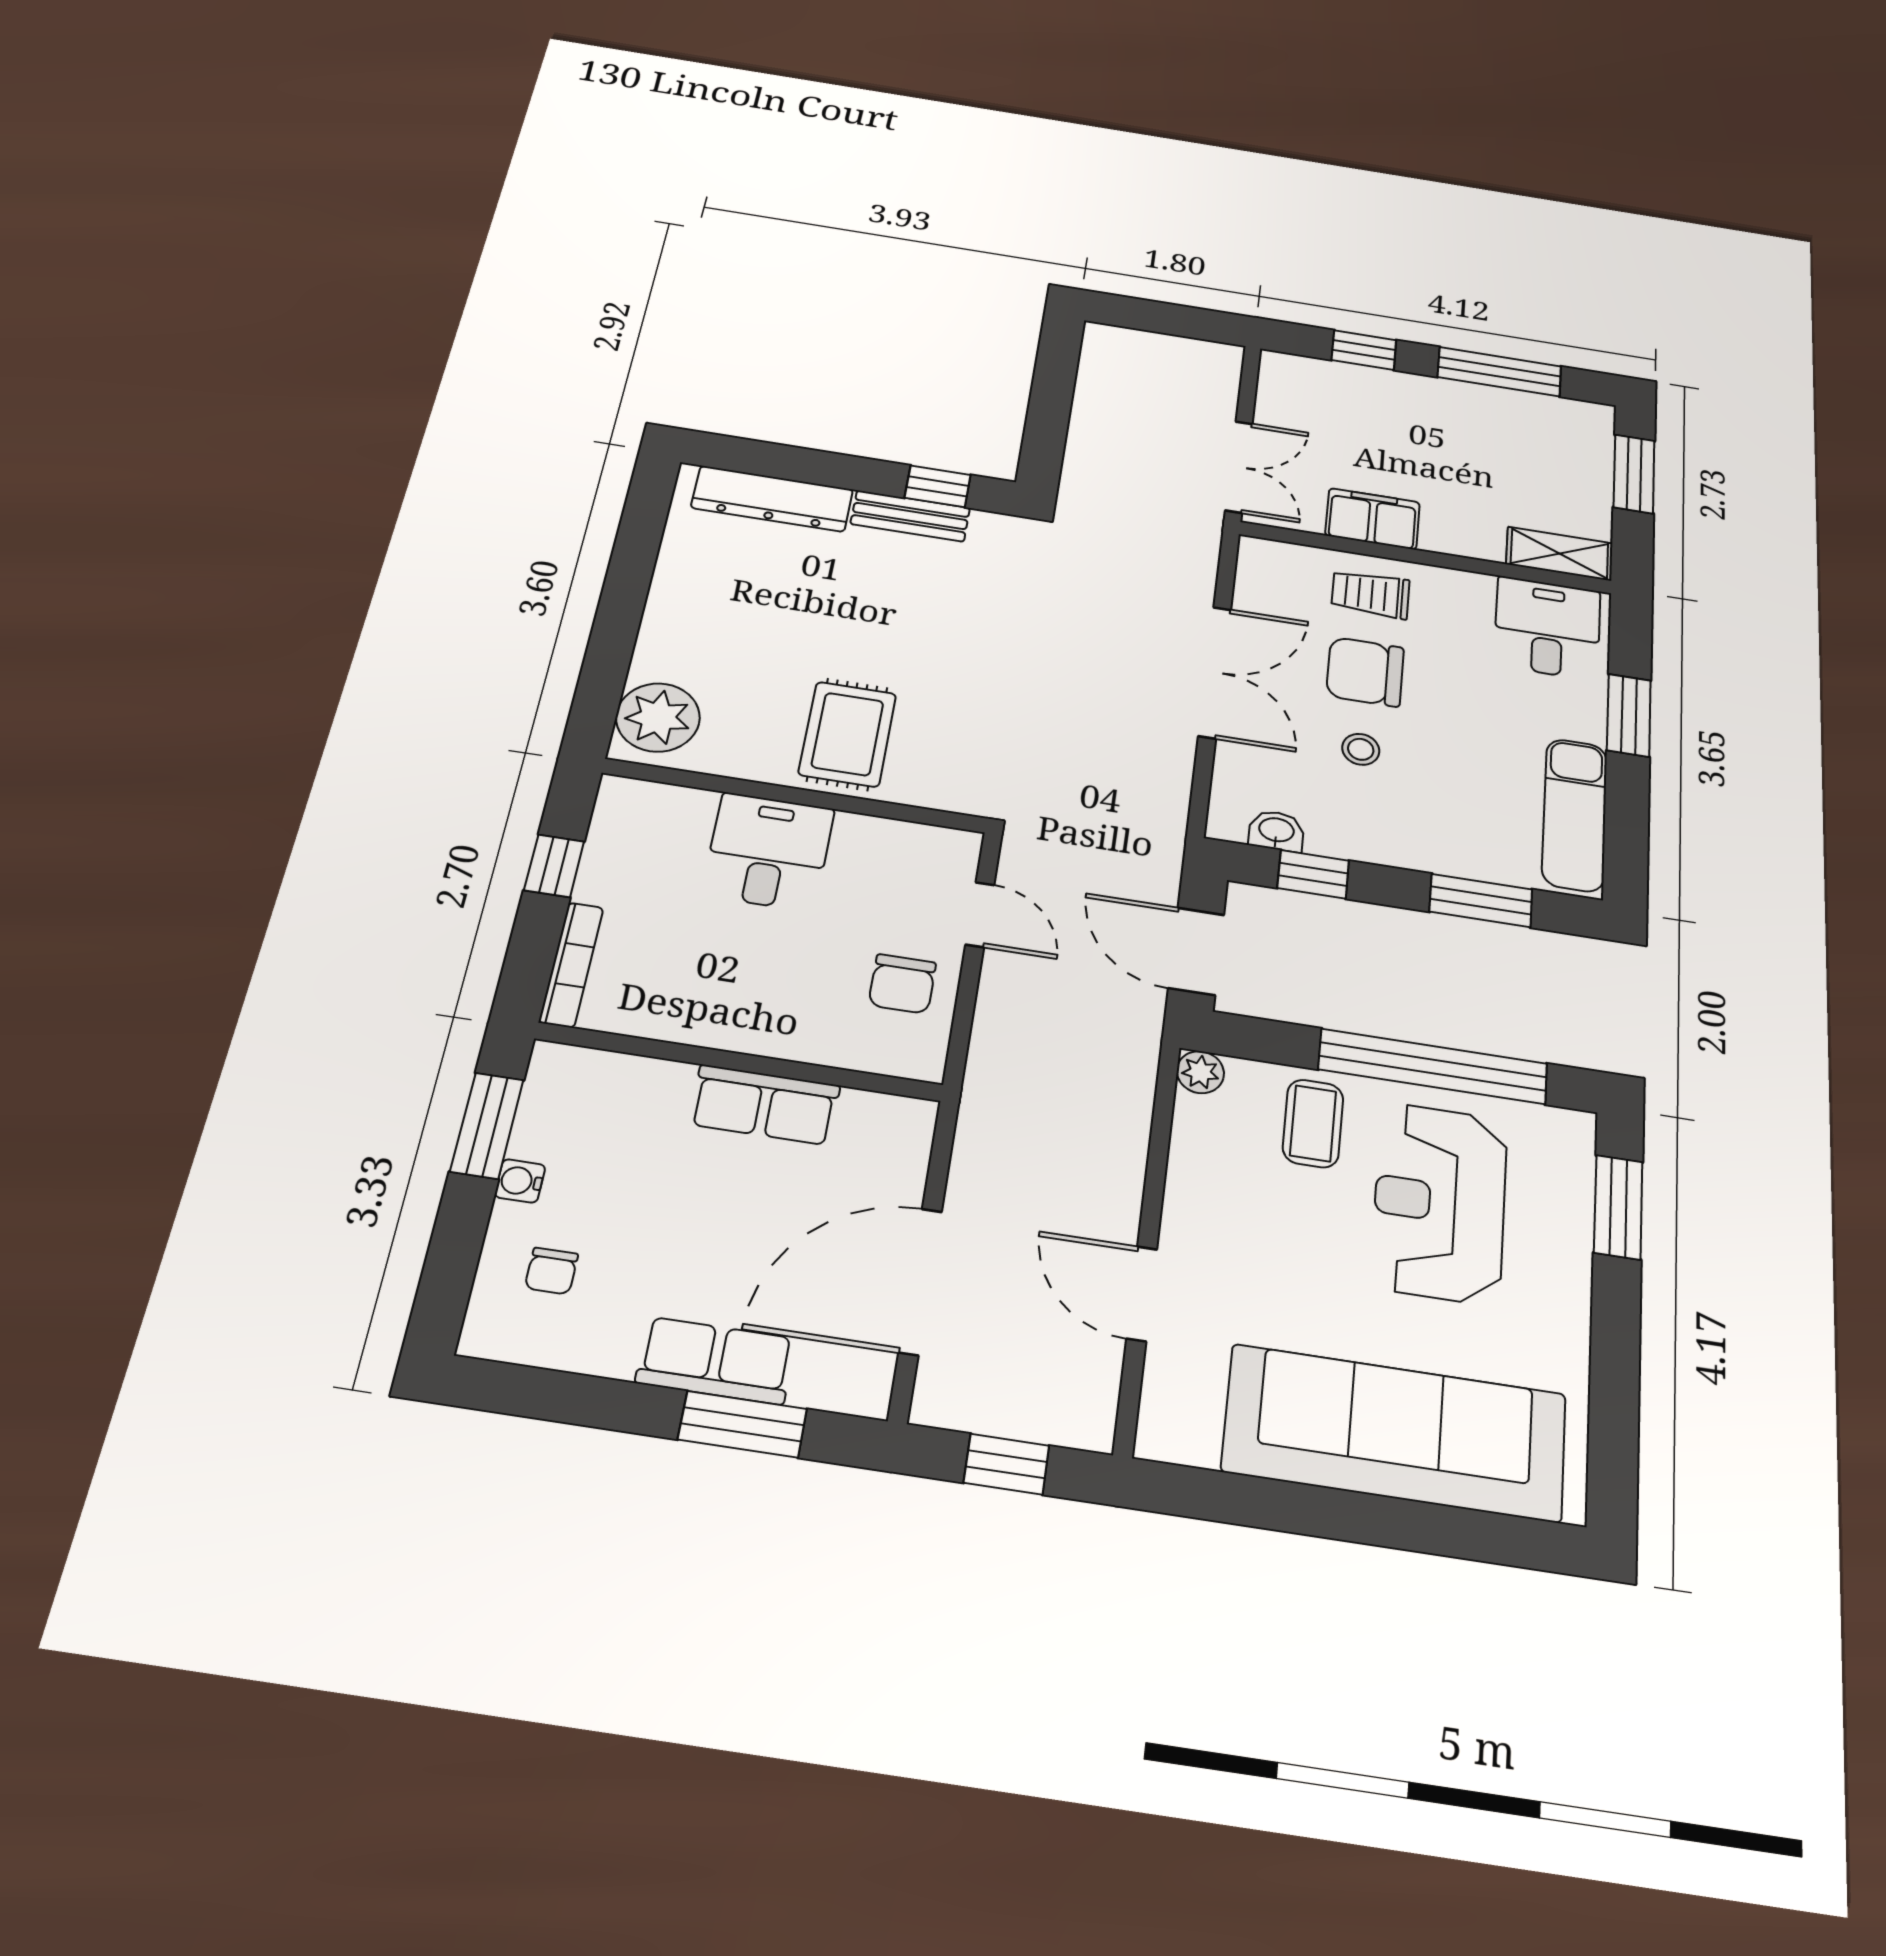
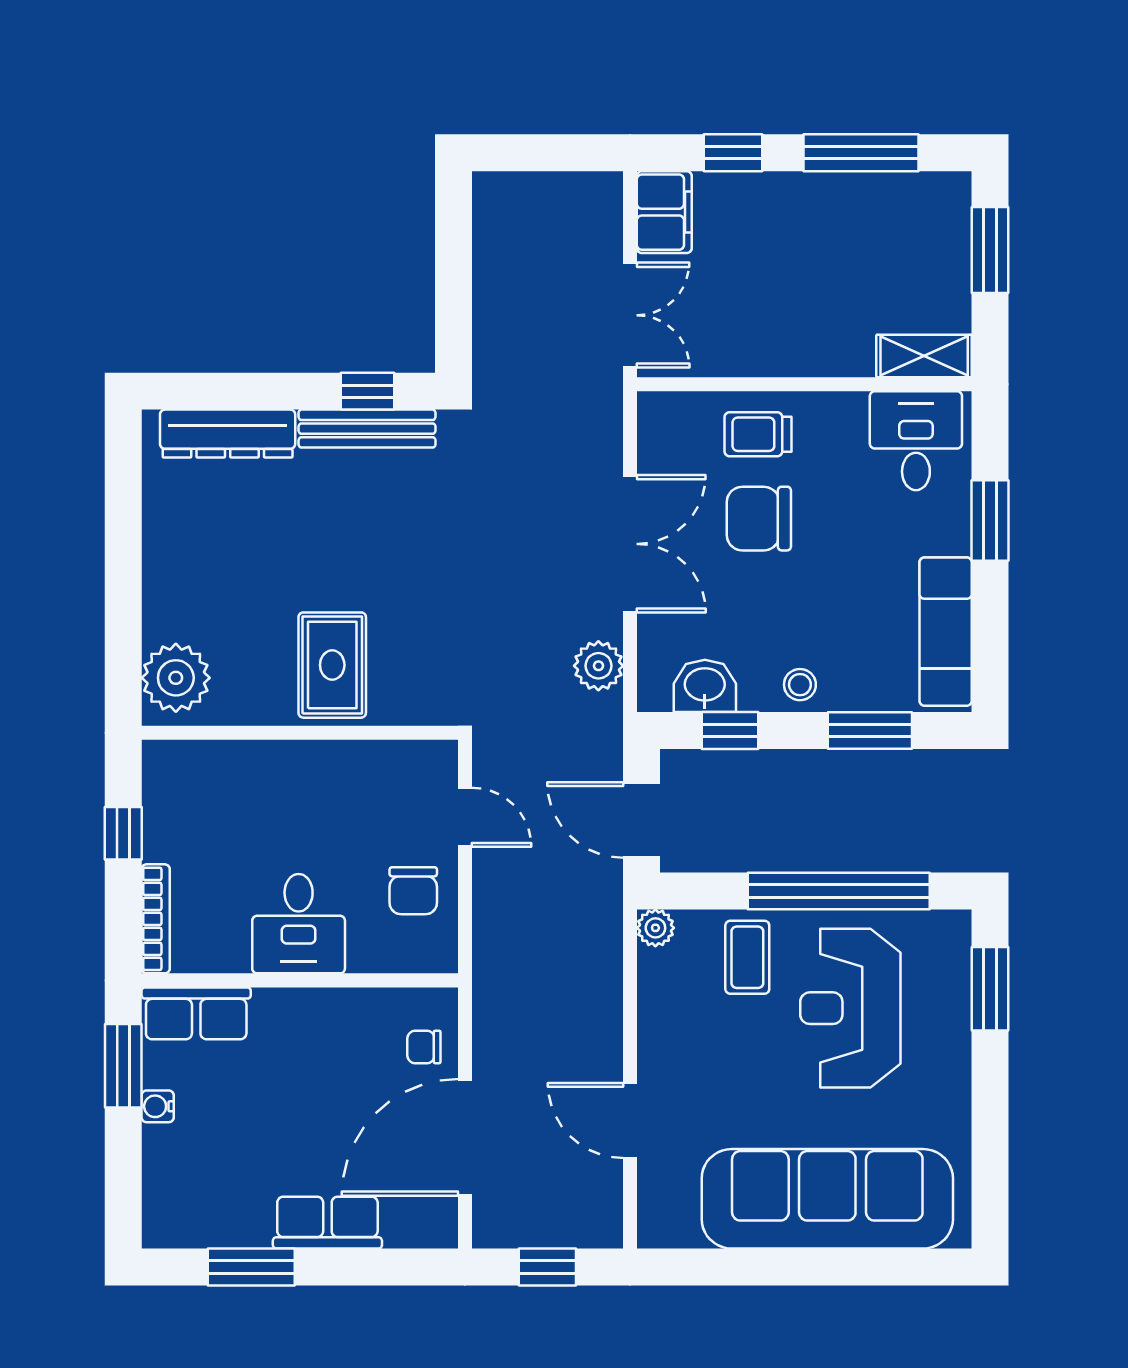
bench: (910, 516) -> (367, 429), width x1.36
filing cabinet: (1373, 519) -> (664, 212), moved, turned 90
stool: (1361, 749) -> (800, 685), moved
plant: (1164, 784) -> (598, 666), added
washbasin: (1276, 831) -> (705, 686), width x1.38, depth x1.45
desk: (768, 852) -> (299, 924), moved, turned 180
row of seats: (765, 1105) -> (196, 1013), moved
chair: (551, 1271) -> (424, 1047), moved, turned 90
window: (743, 1424) -> (251, 1267), moved

